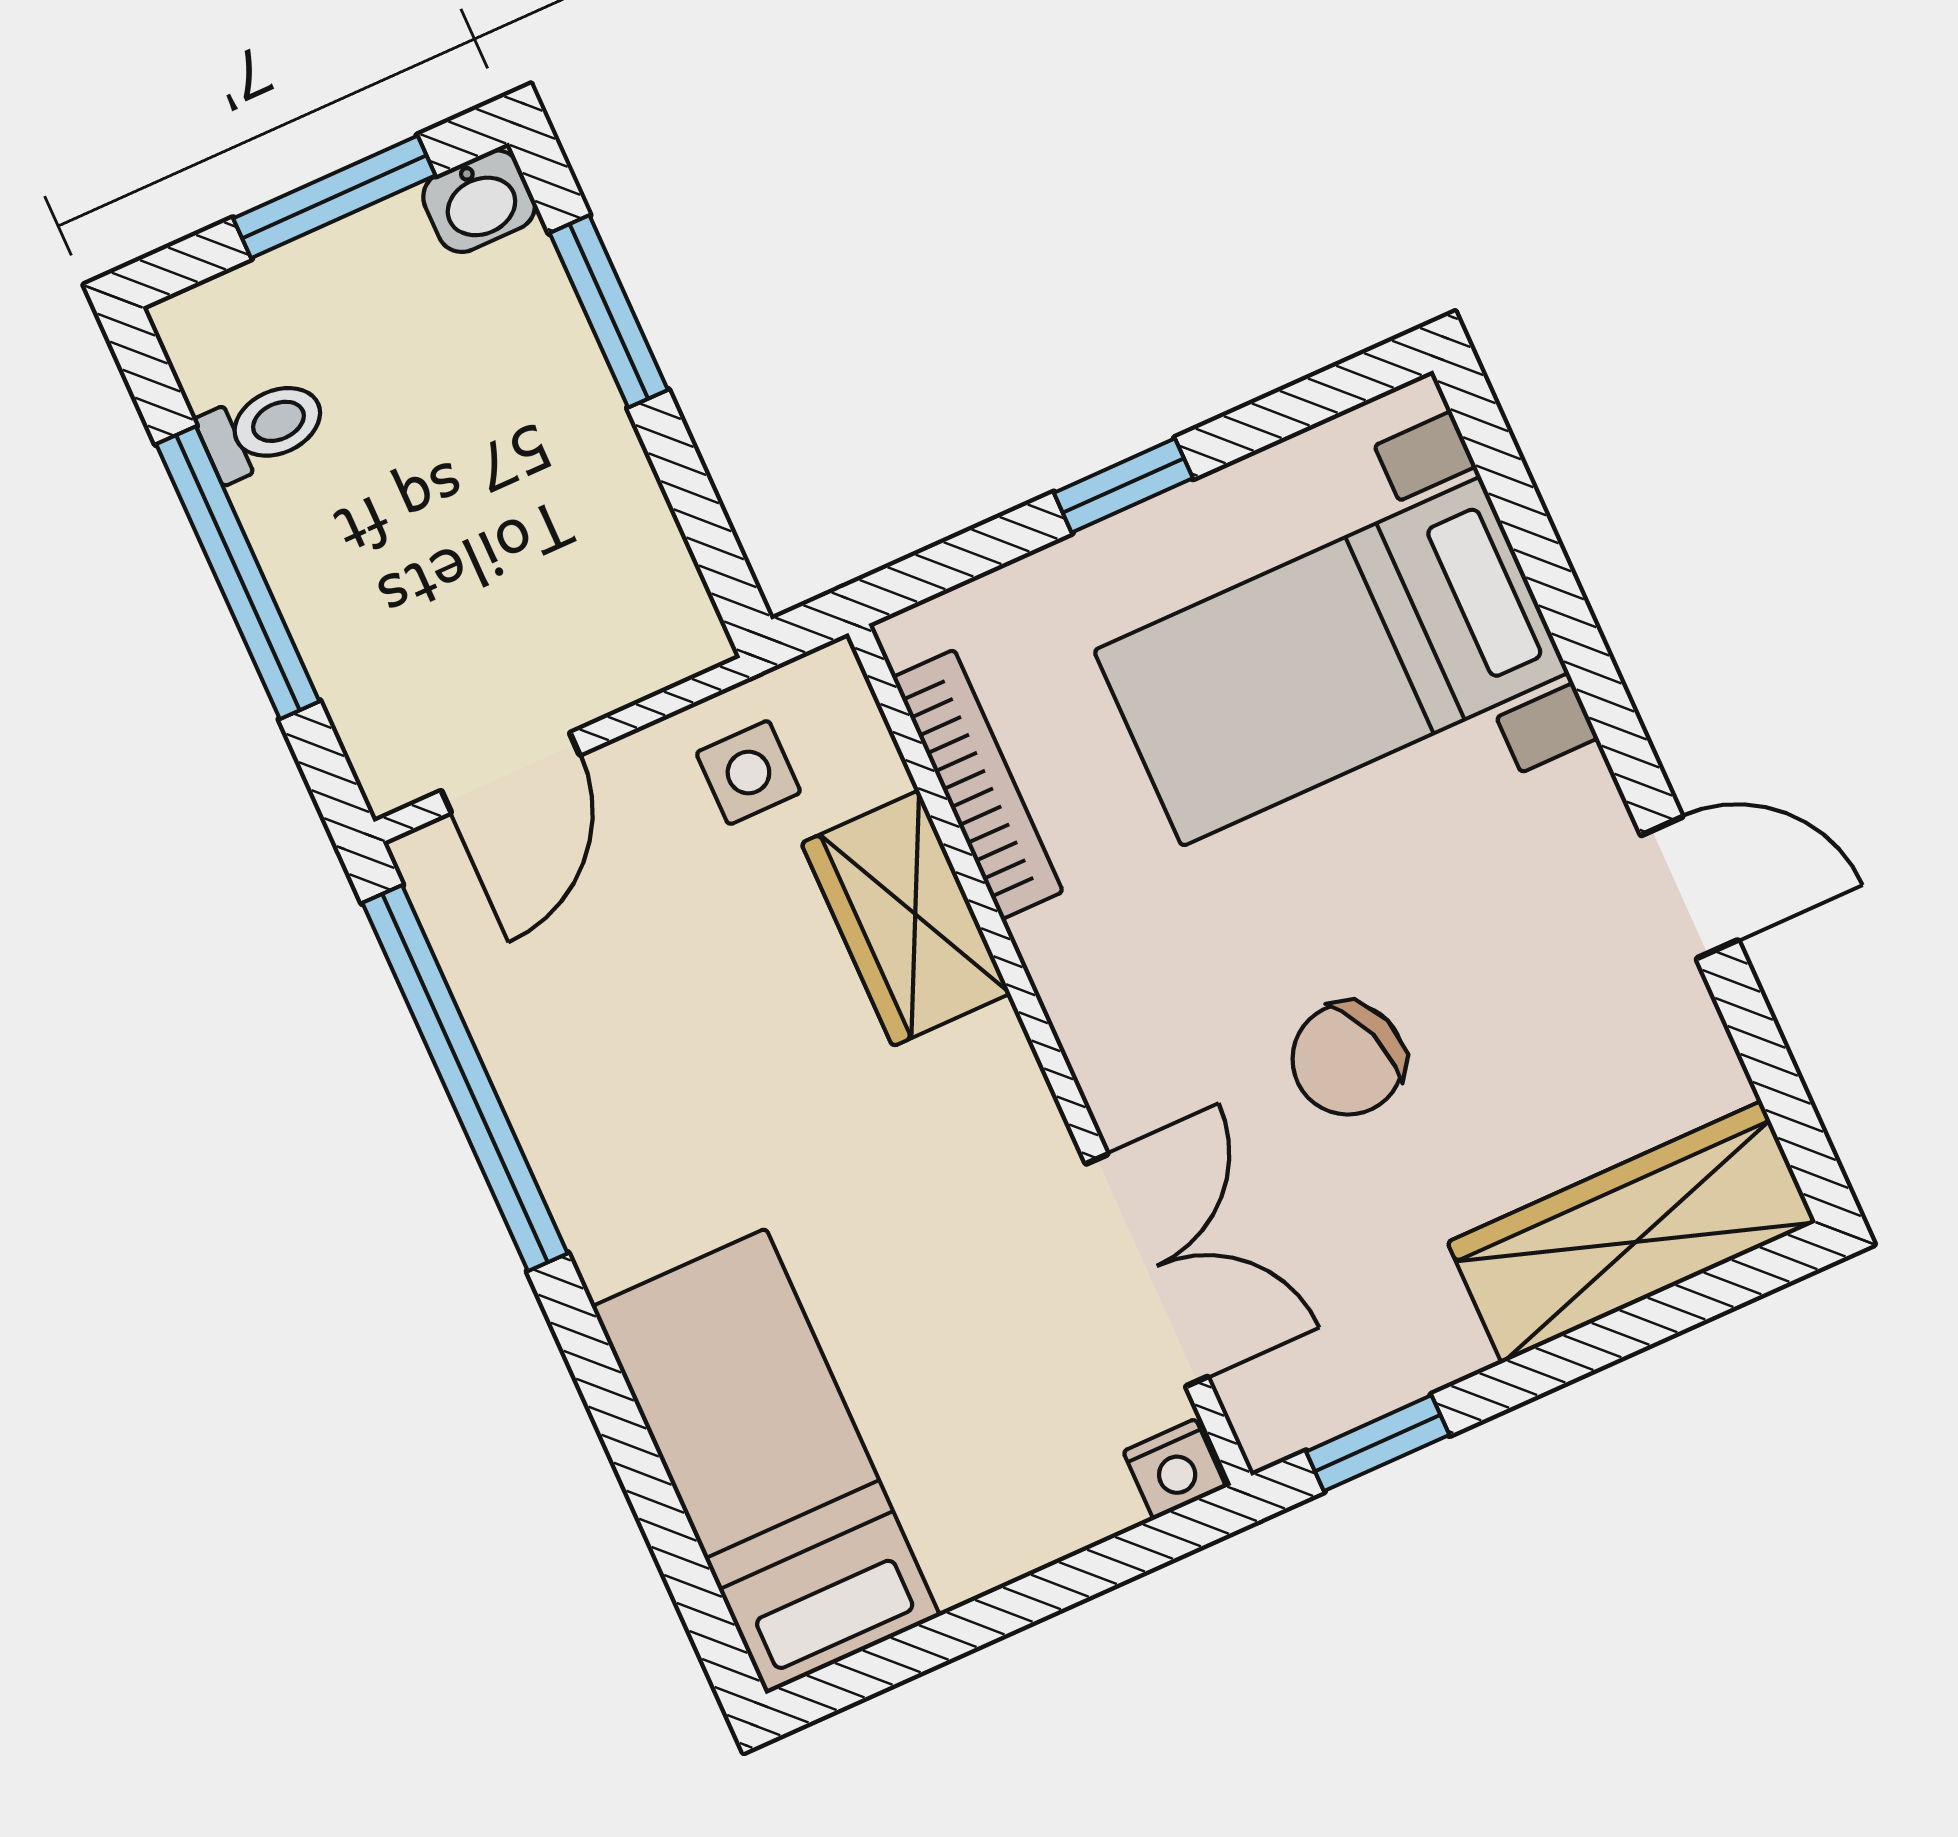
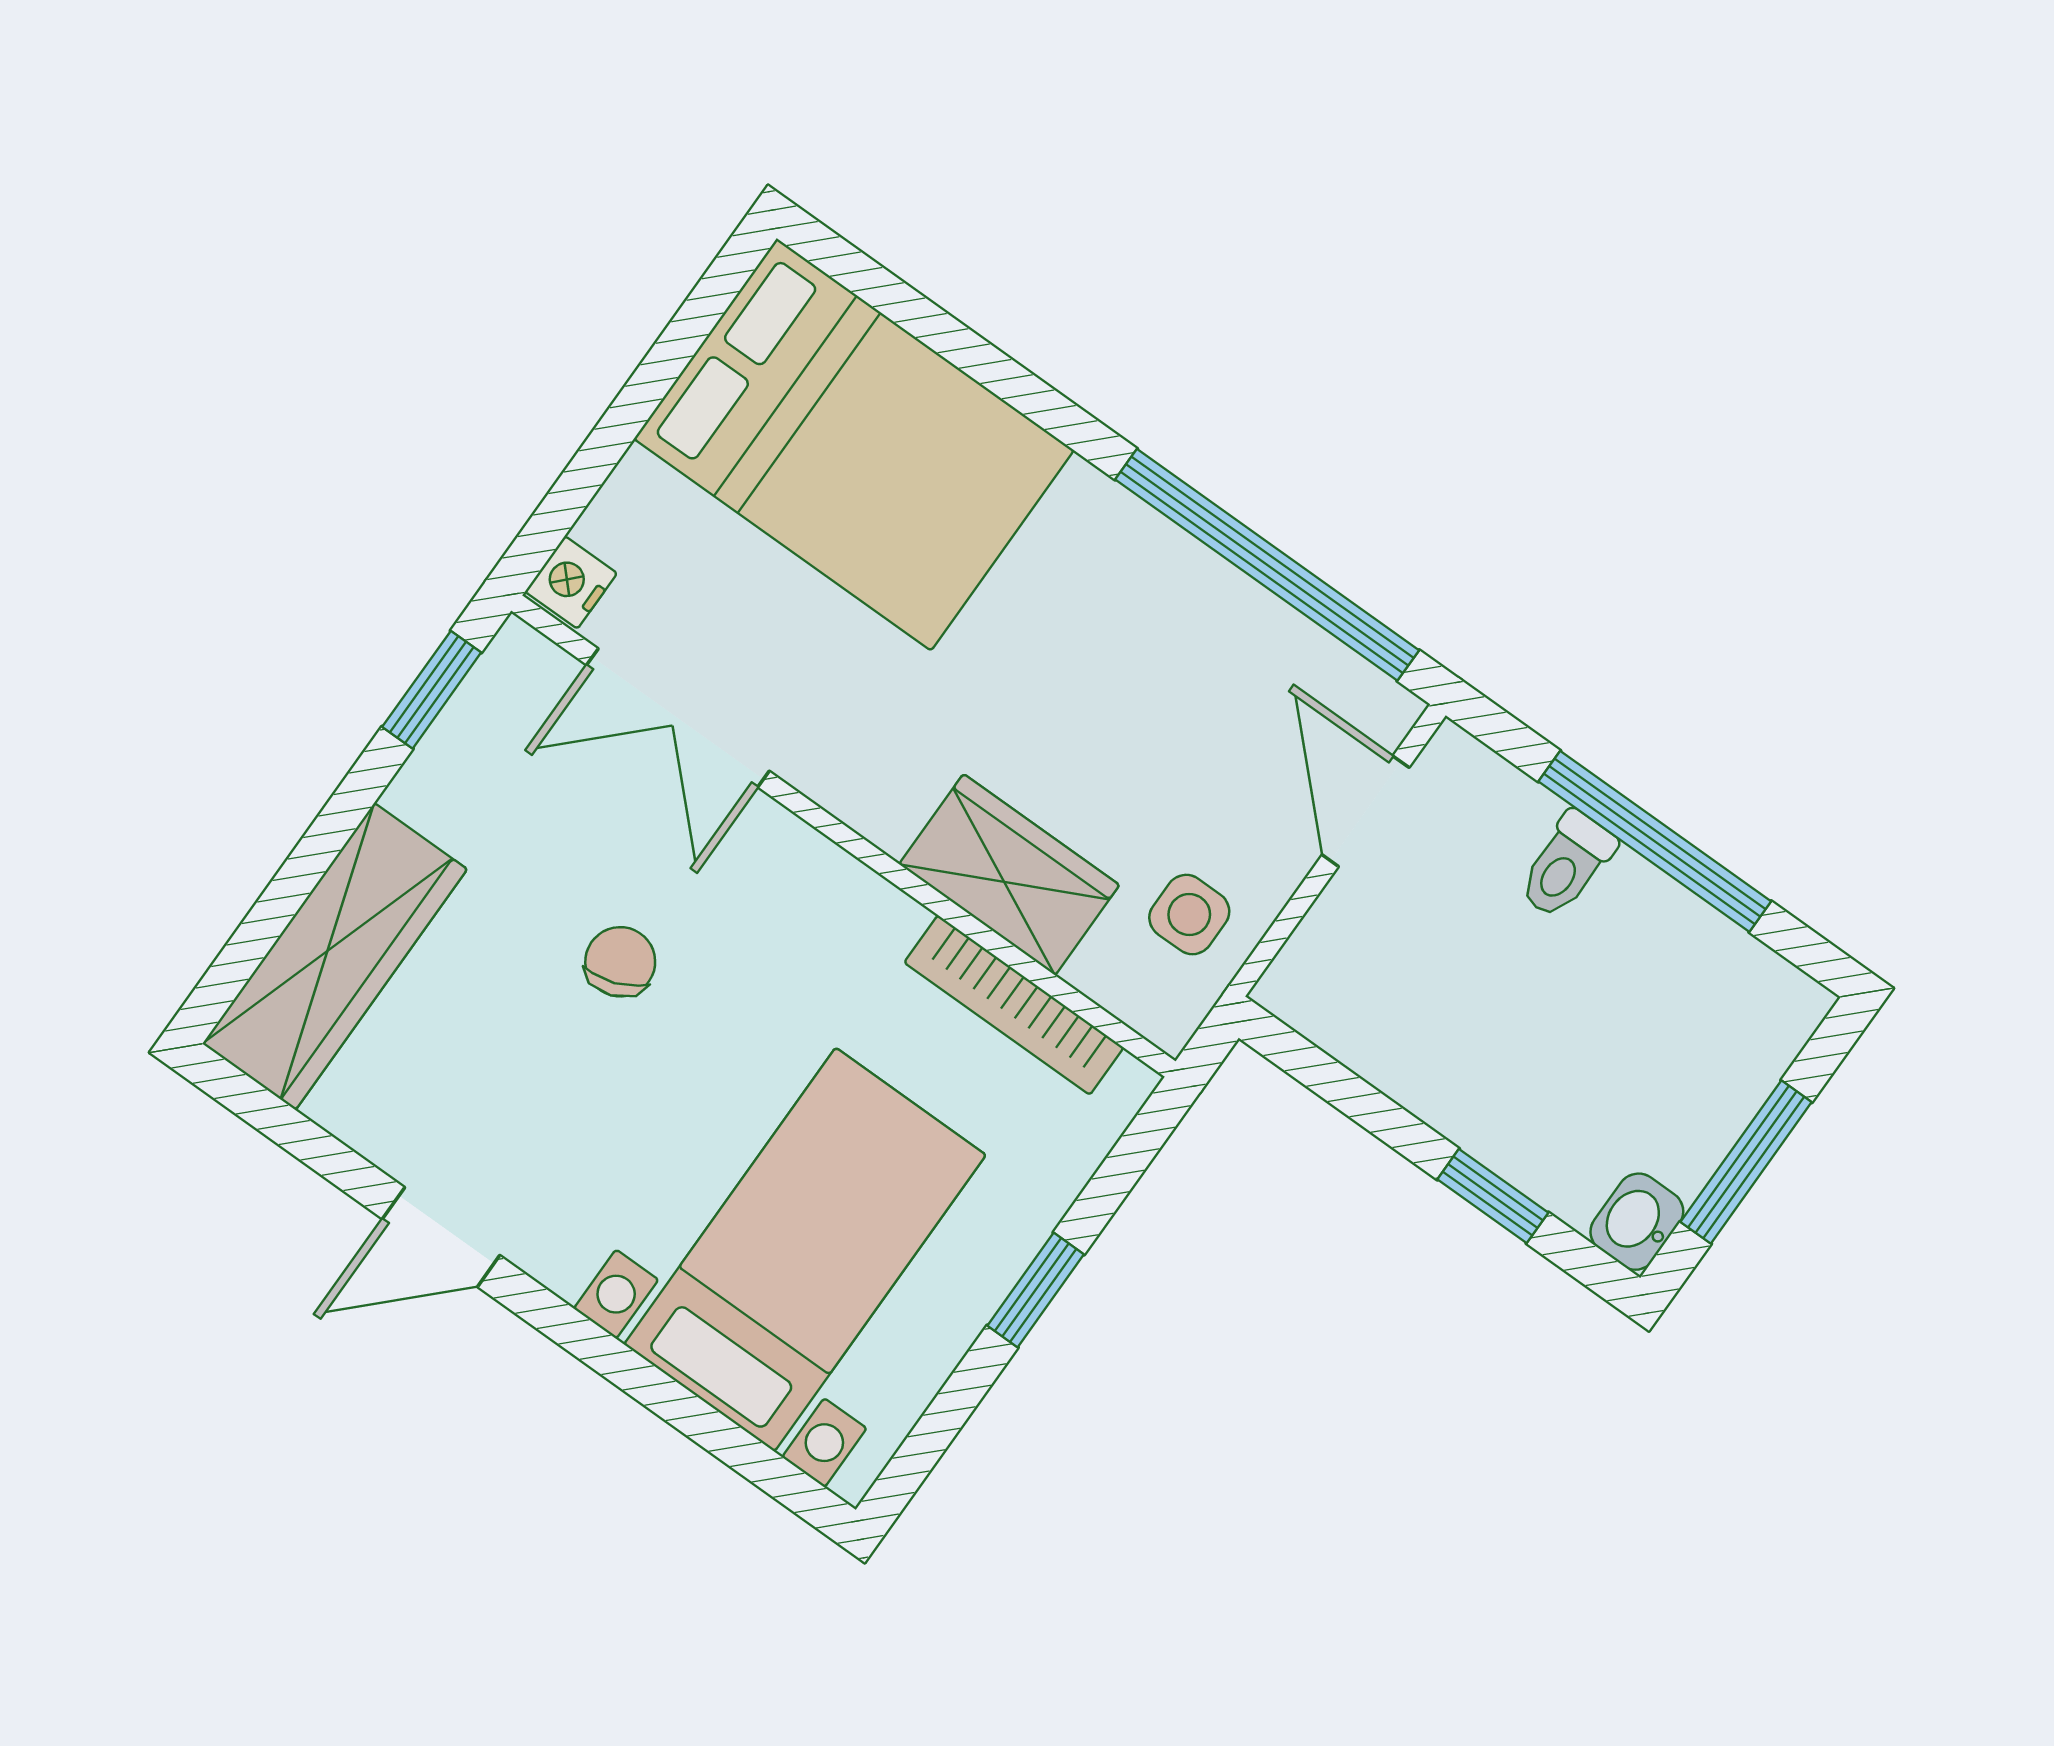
window: (609, 311) -> (1493, 1196), width x0.67
toilet: (263, 428) -> (1566, 865), moved
chair: (1348, 1059) -> (620, 962), width x0.73, depth x0.73
bed: (766, 1461) -> (854, 445), width x1.50

